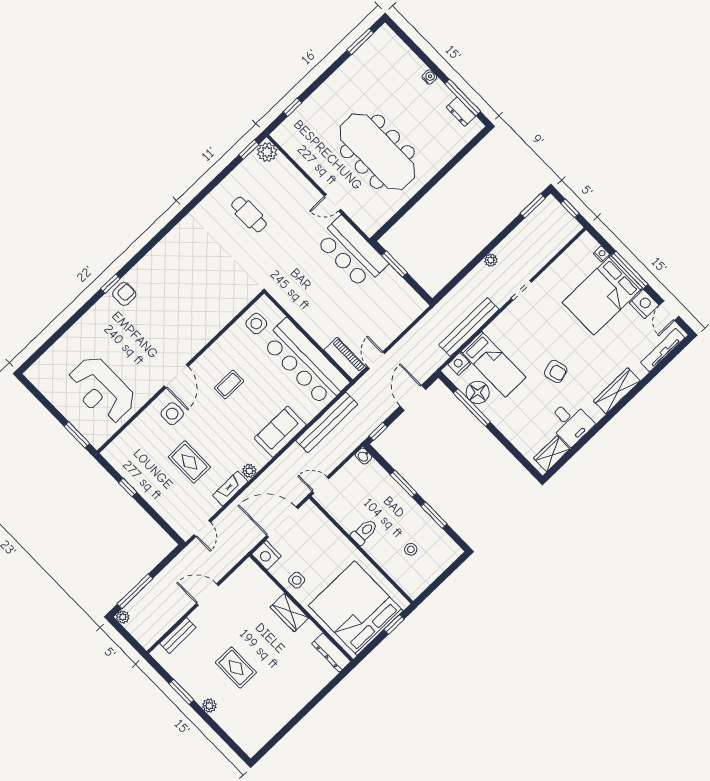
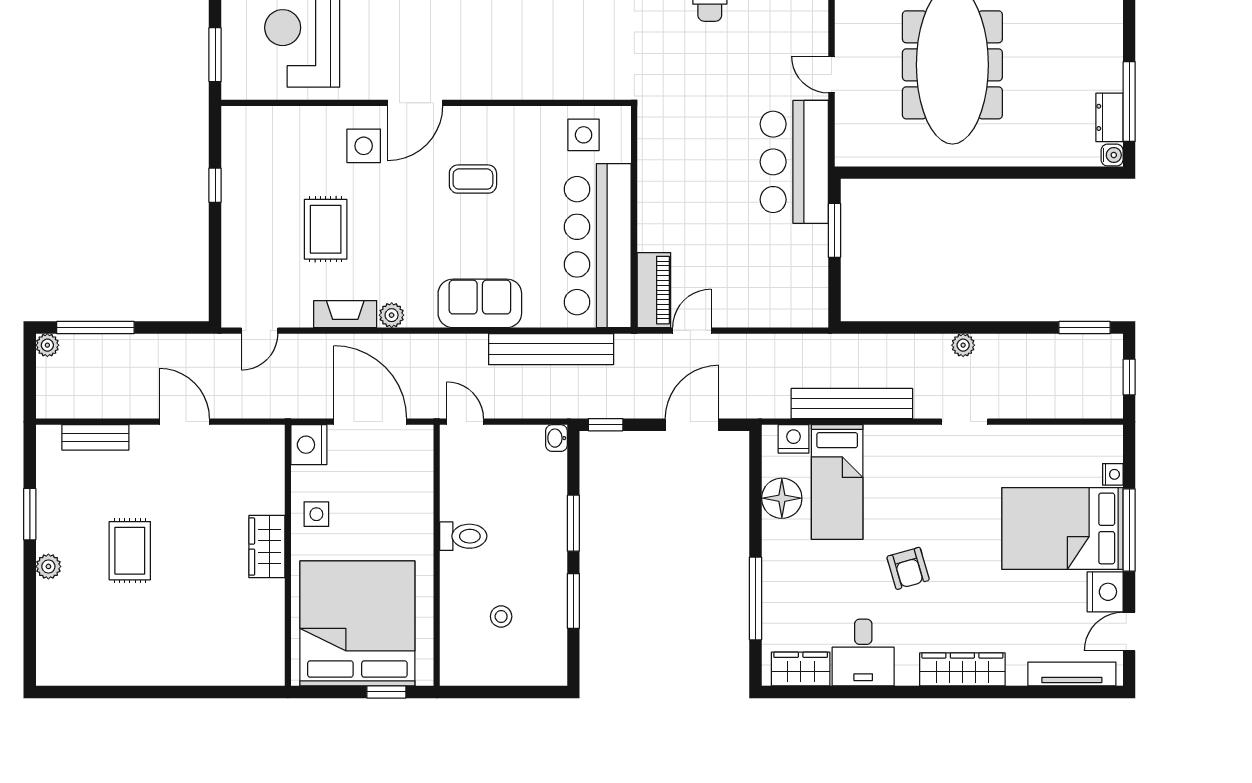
water cooler: (429, 77) -> (1112, 155), moved
window: (472, 408) -> (756, 599), moved
dresser: (331, 653) -> (271, 650), removed

